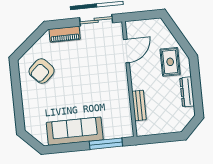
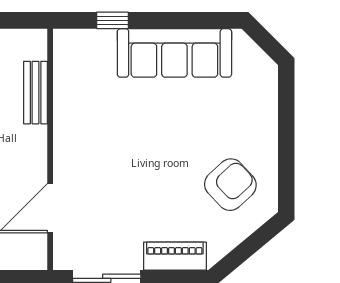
window: (106, 144) -> (113, 20), width x0.46

